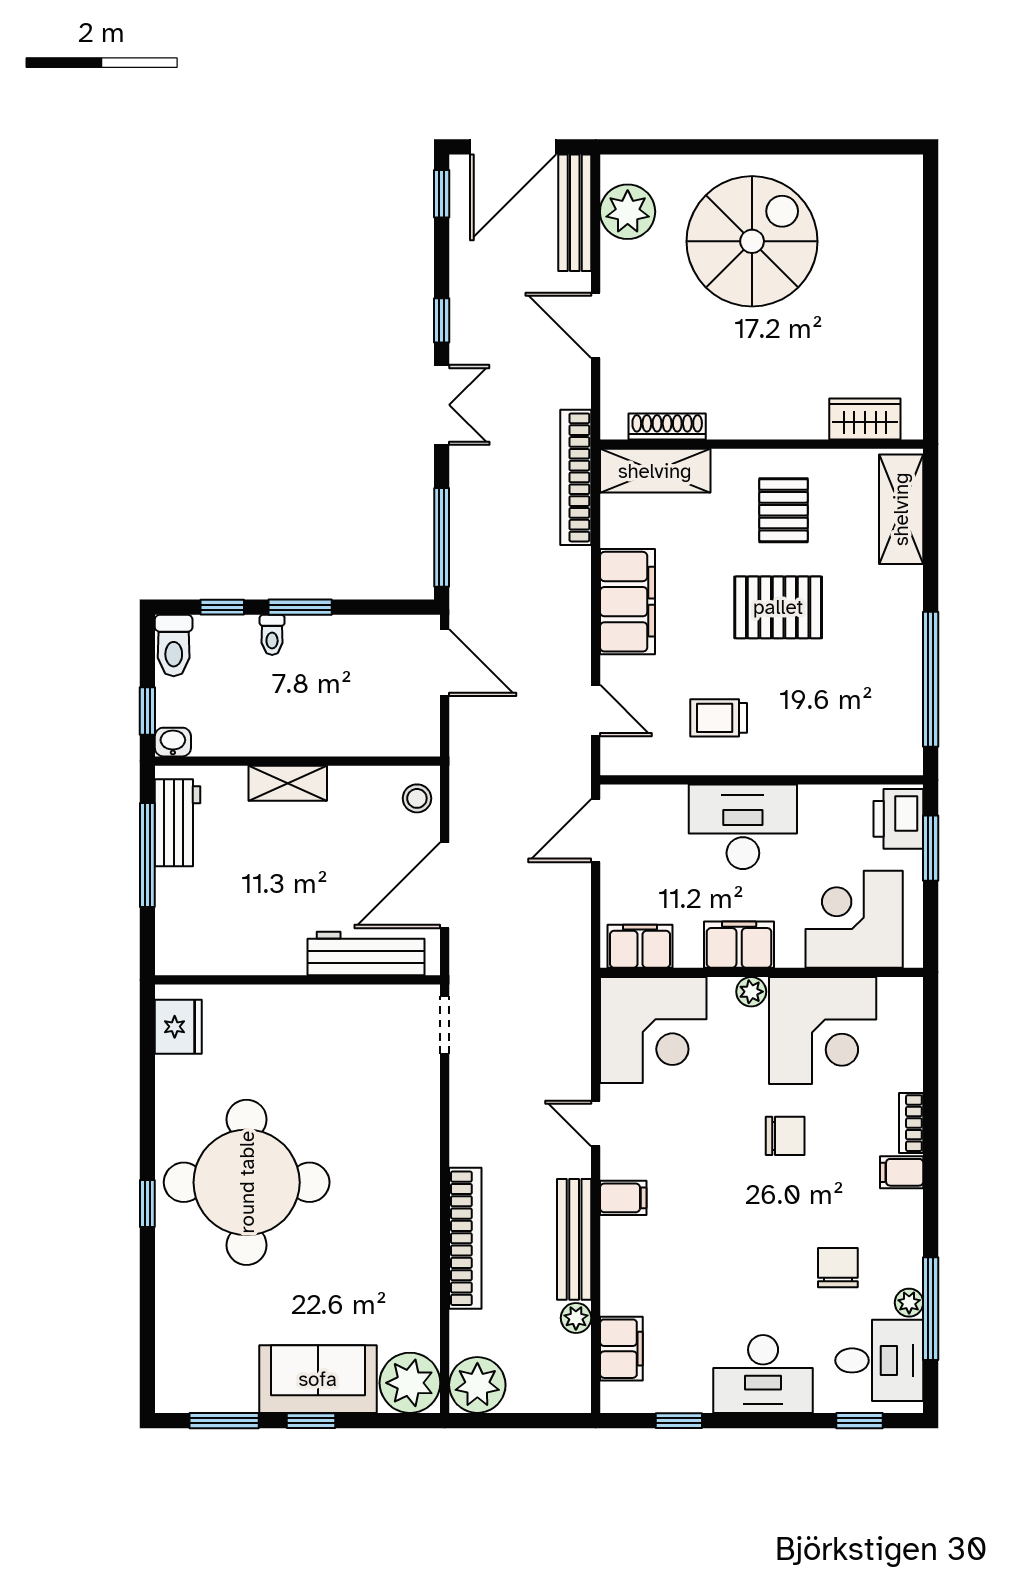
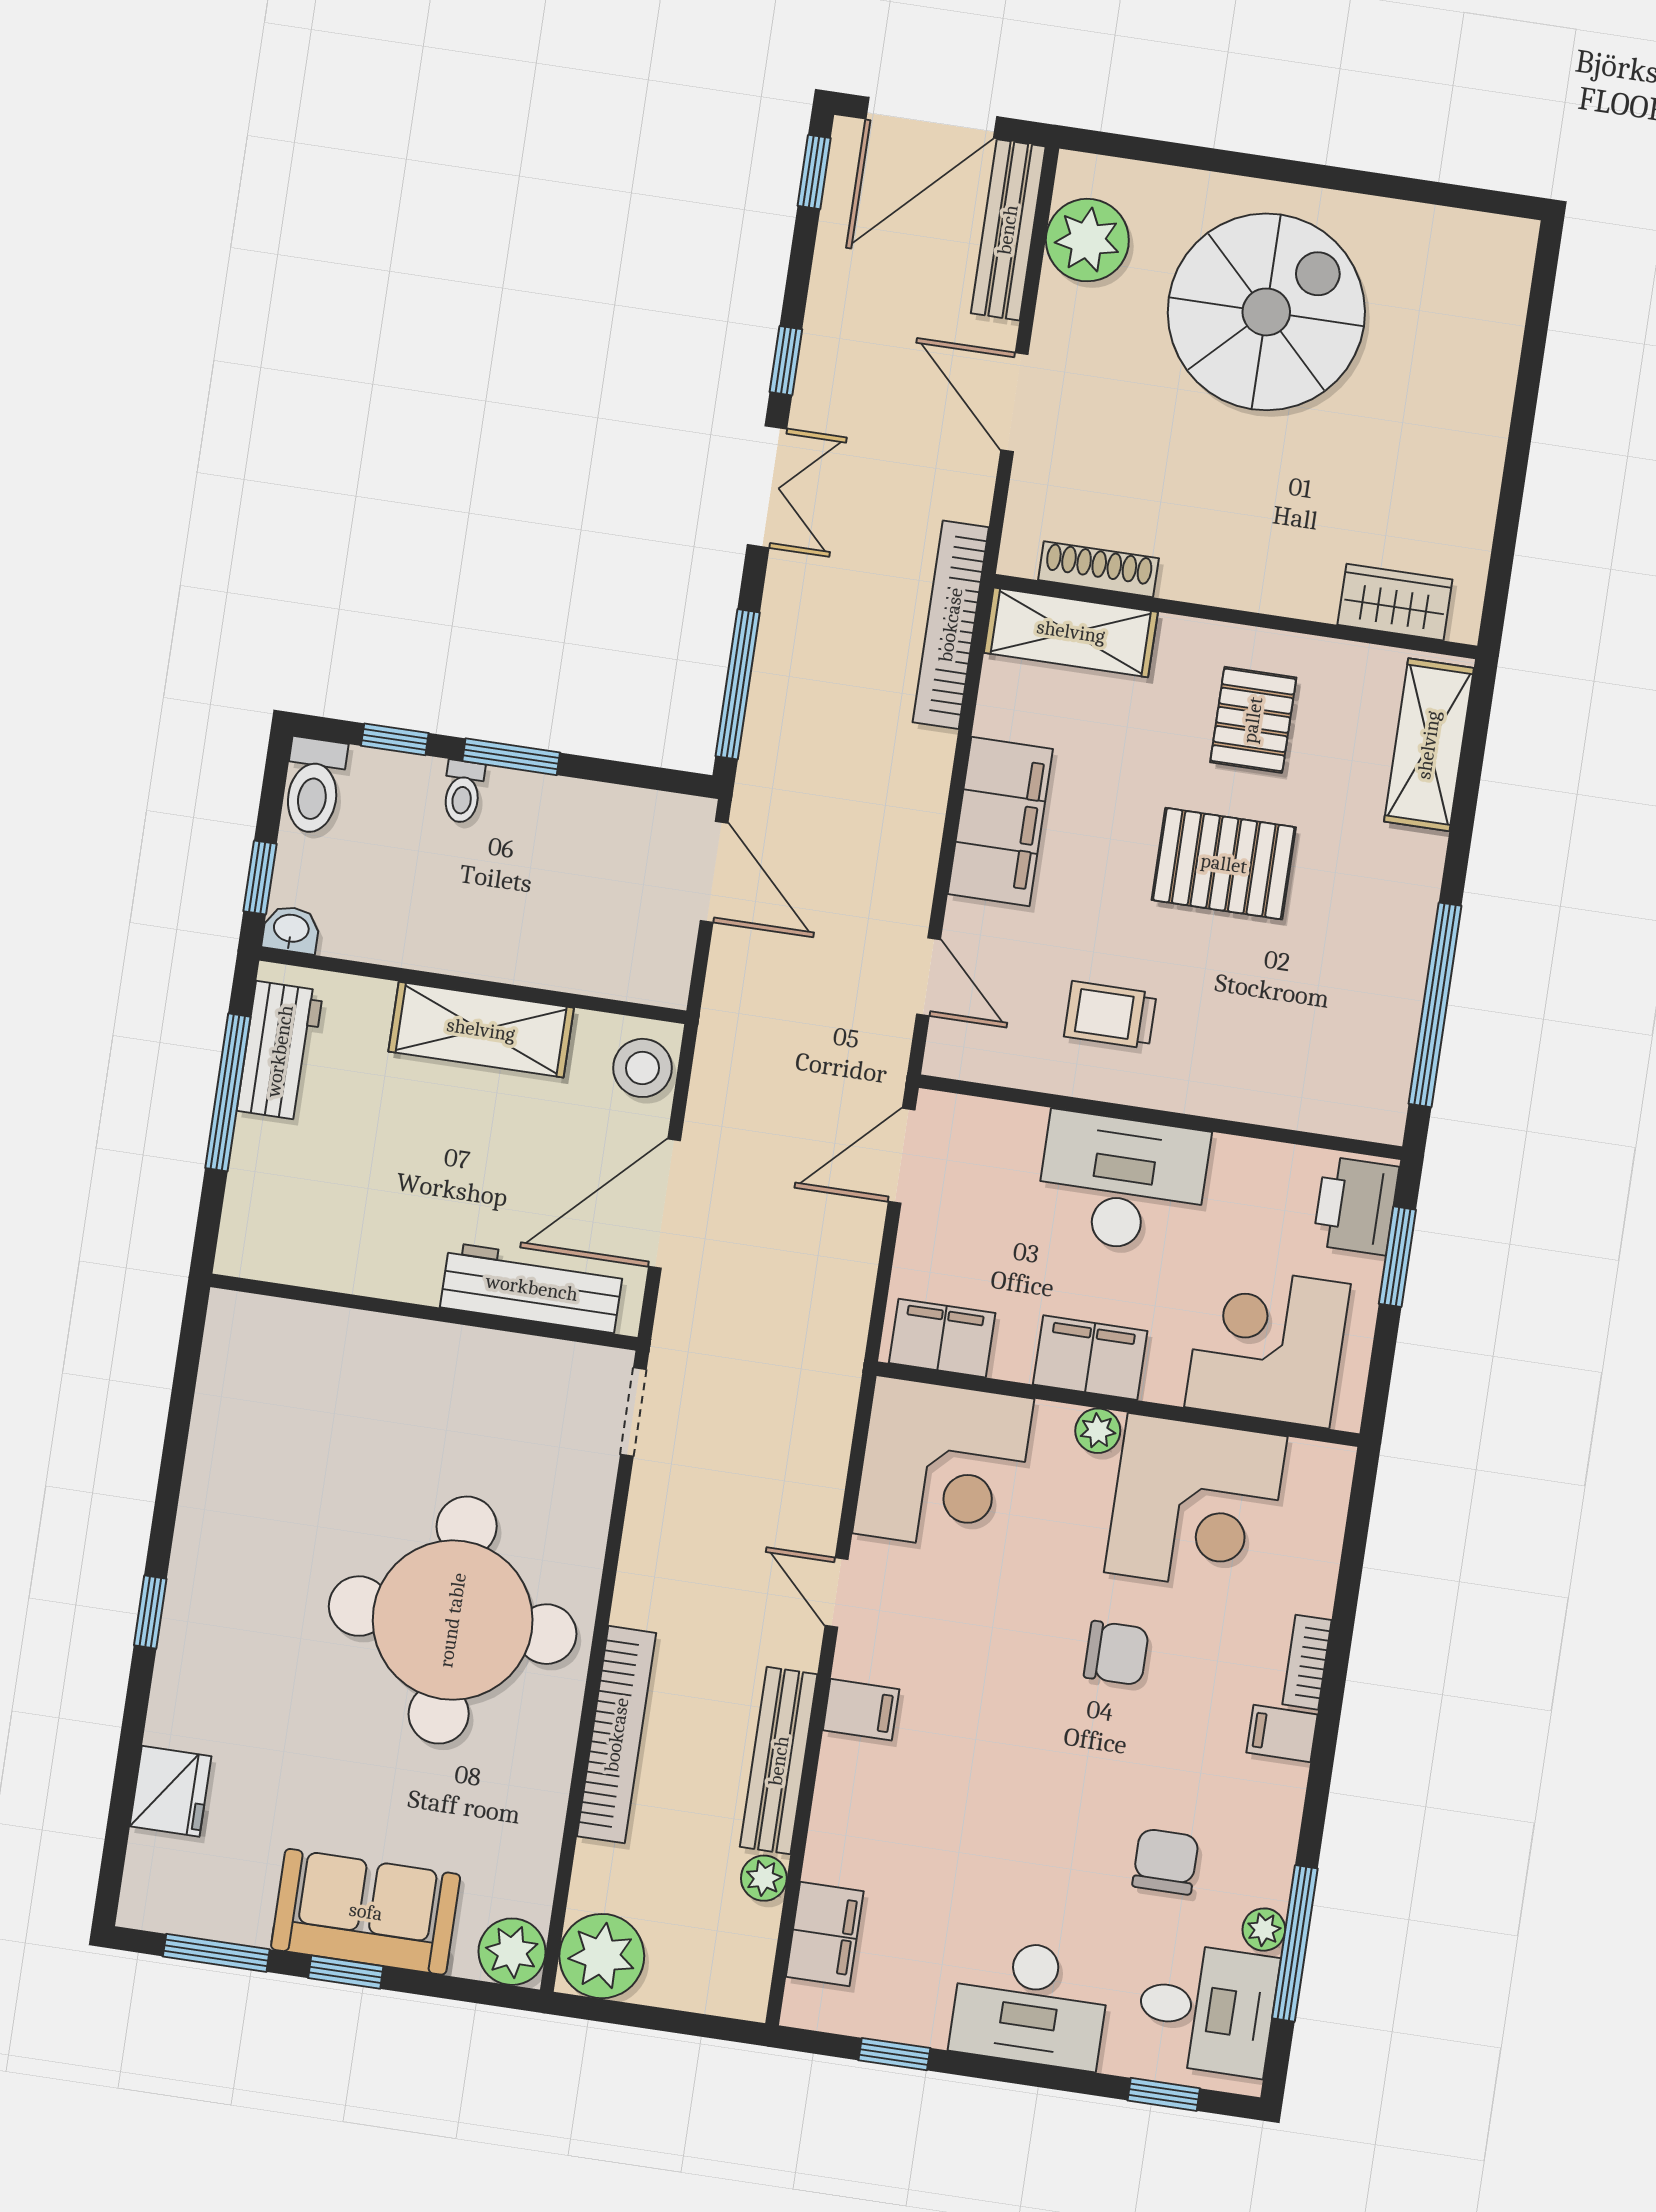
shelving: (288, 783) -> (481, 1030), width x1.50, depth x1.33
stool: (417, 798) -> (642, 1068), width x1.37, depth x1.37
fridge: (178, 1027) -> (171, 1791), moved
round table: (247, 1182) -> (453, 1620), moved
plant: (410, 1383) -> (512, 1952), width x0.73, depth x0.73

